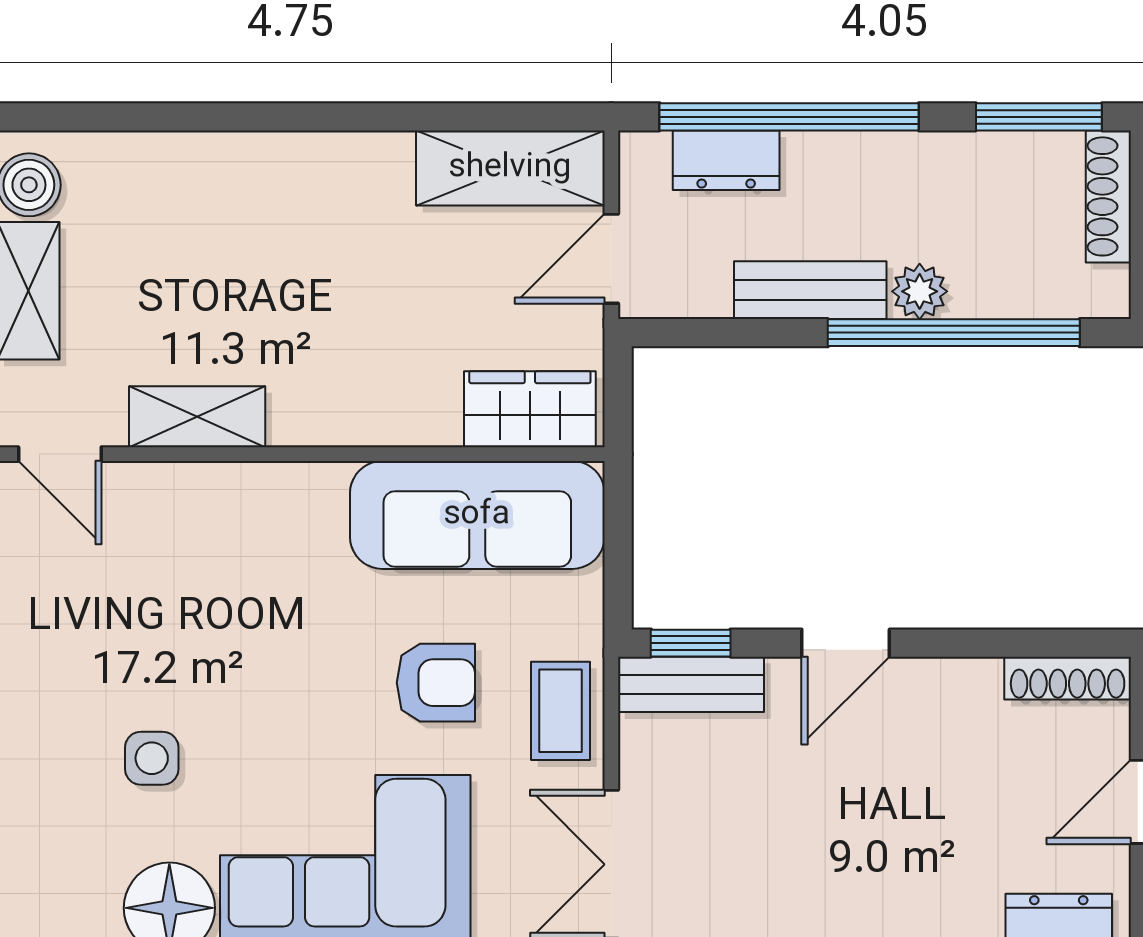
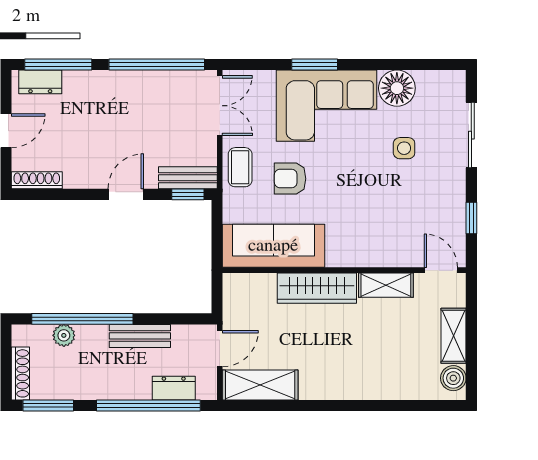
plant: (920, 291) -> (64, 335), moved
wardrobe: (530, 409) -> (317, 288), moved, width x1.50

